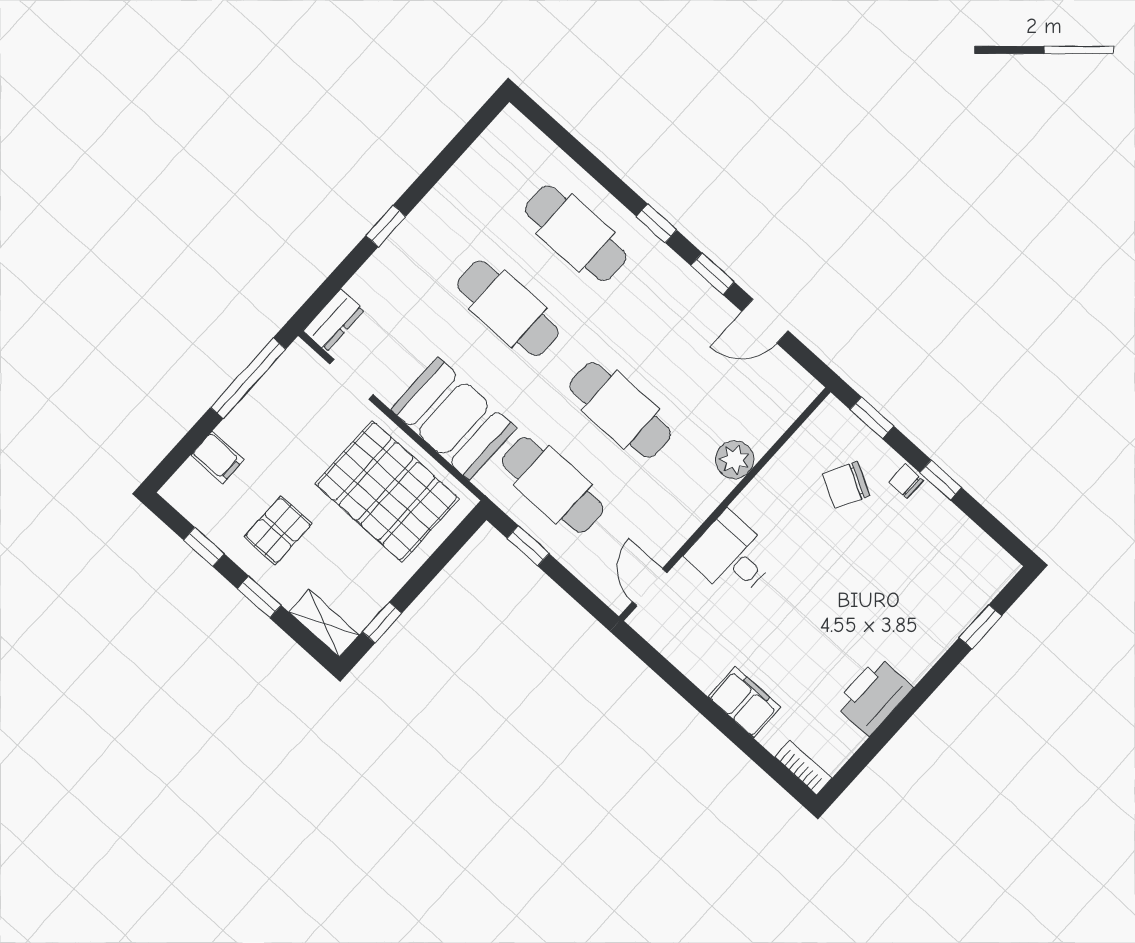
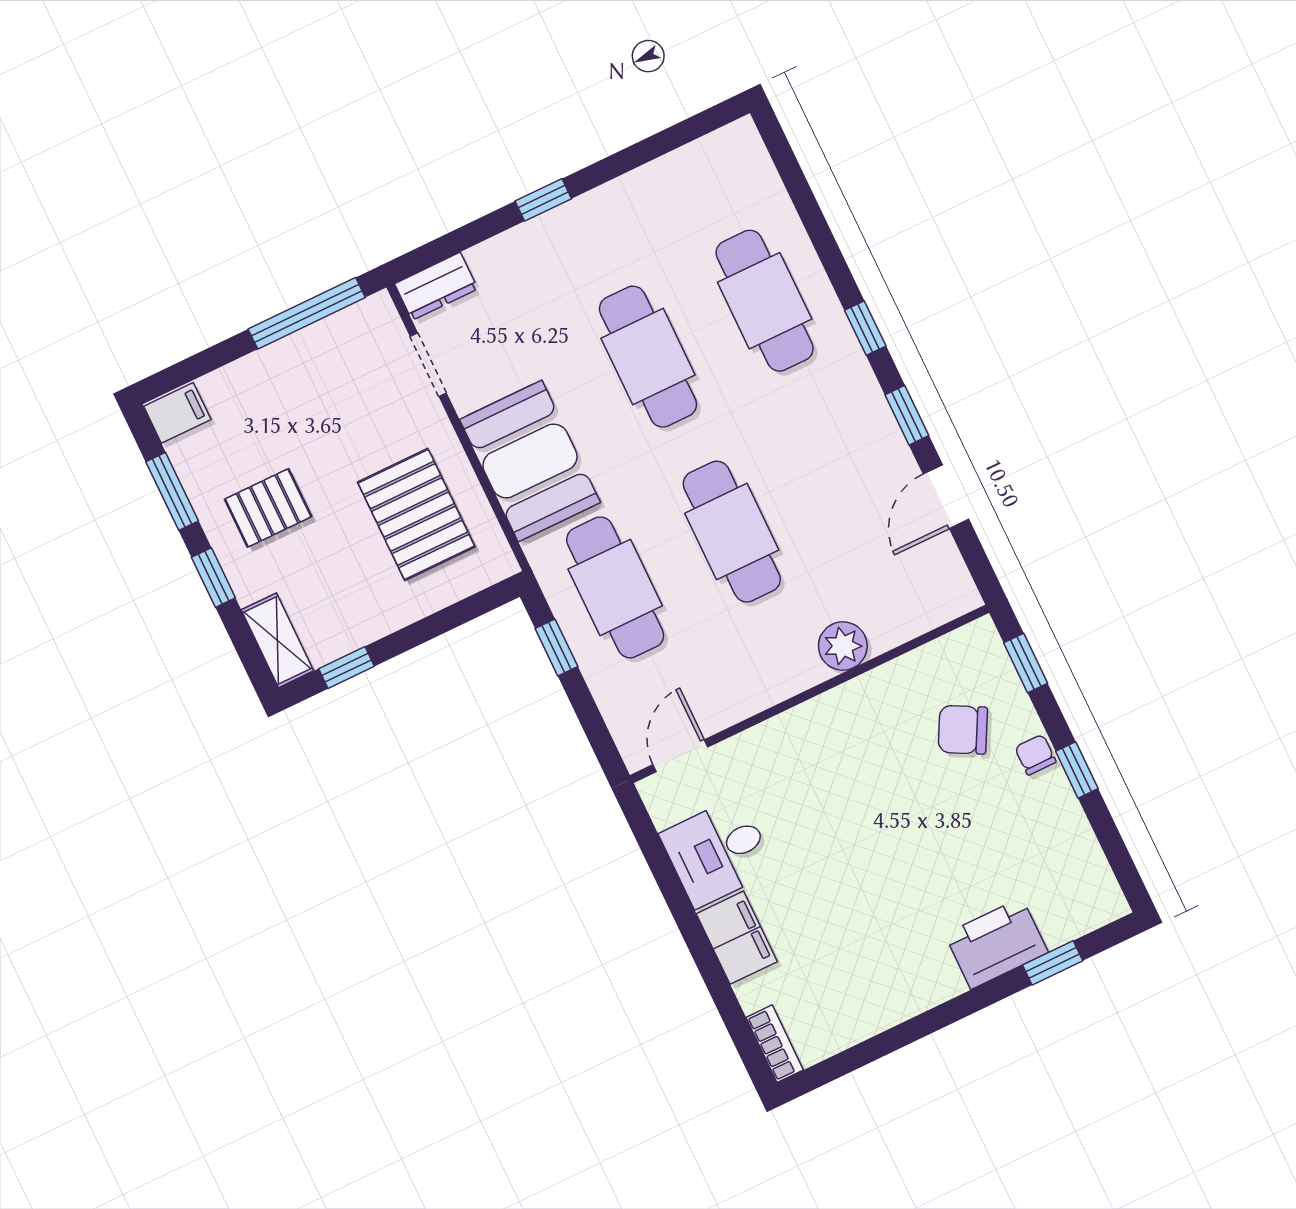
door: (765, 321) -> (946, 497), hinge flipped
filing cabinet: (217, 457) -> (177, 413), moved, turned -90
pallet: (387, 491) -> (416, 515), width x0.73, depth x0.71
window: (204, 547) -> (172, 491), width x1.50
desk: (731, 556) -> (718, 852), moved, turned -90
printer: (873, 696) -> (996, 943), moved

